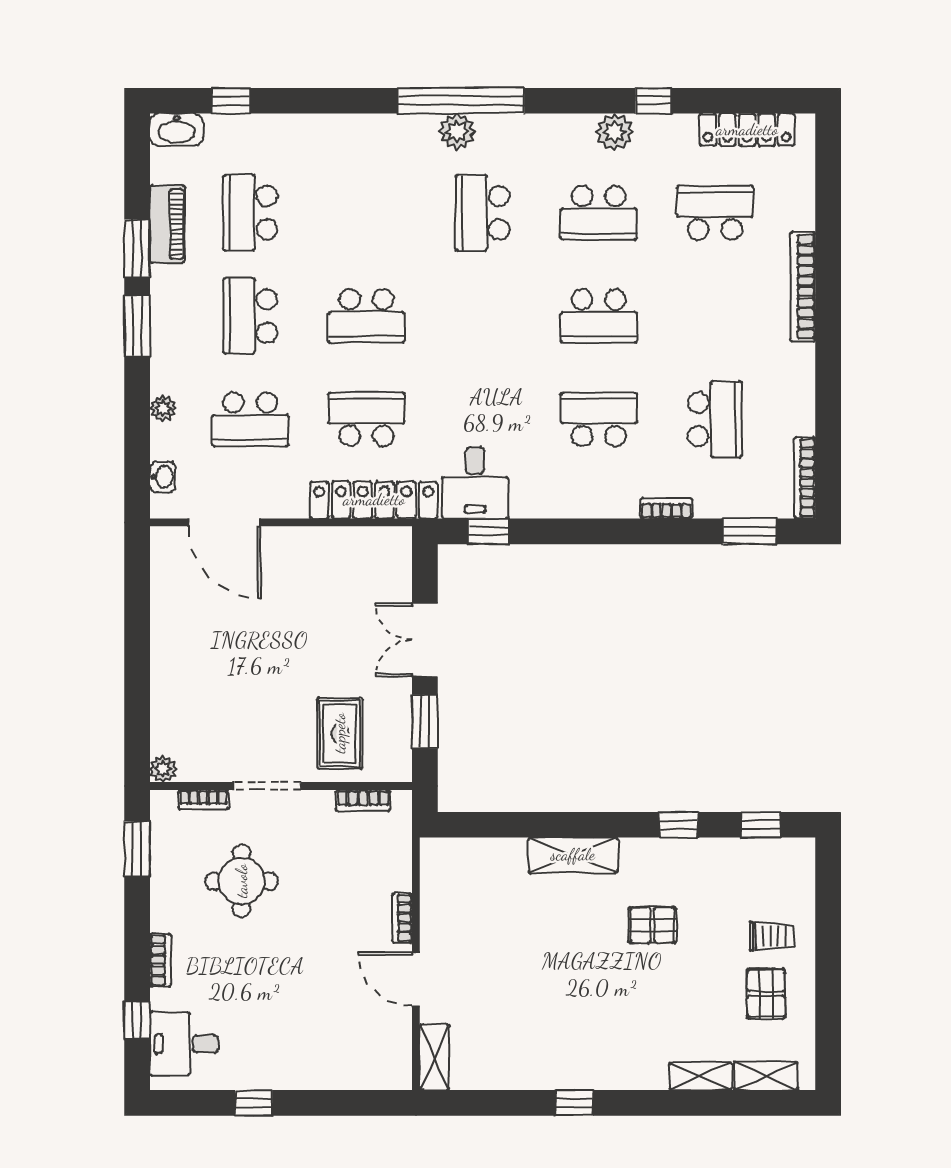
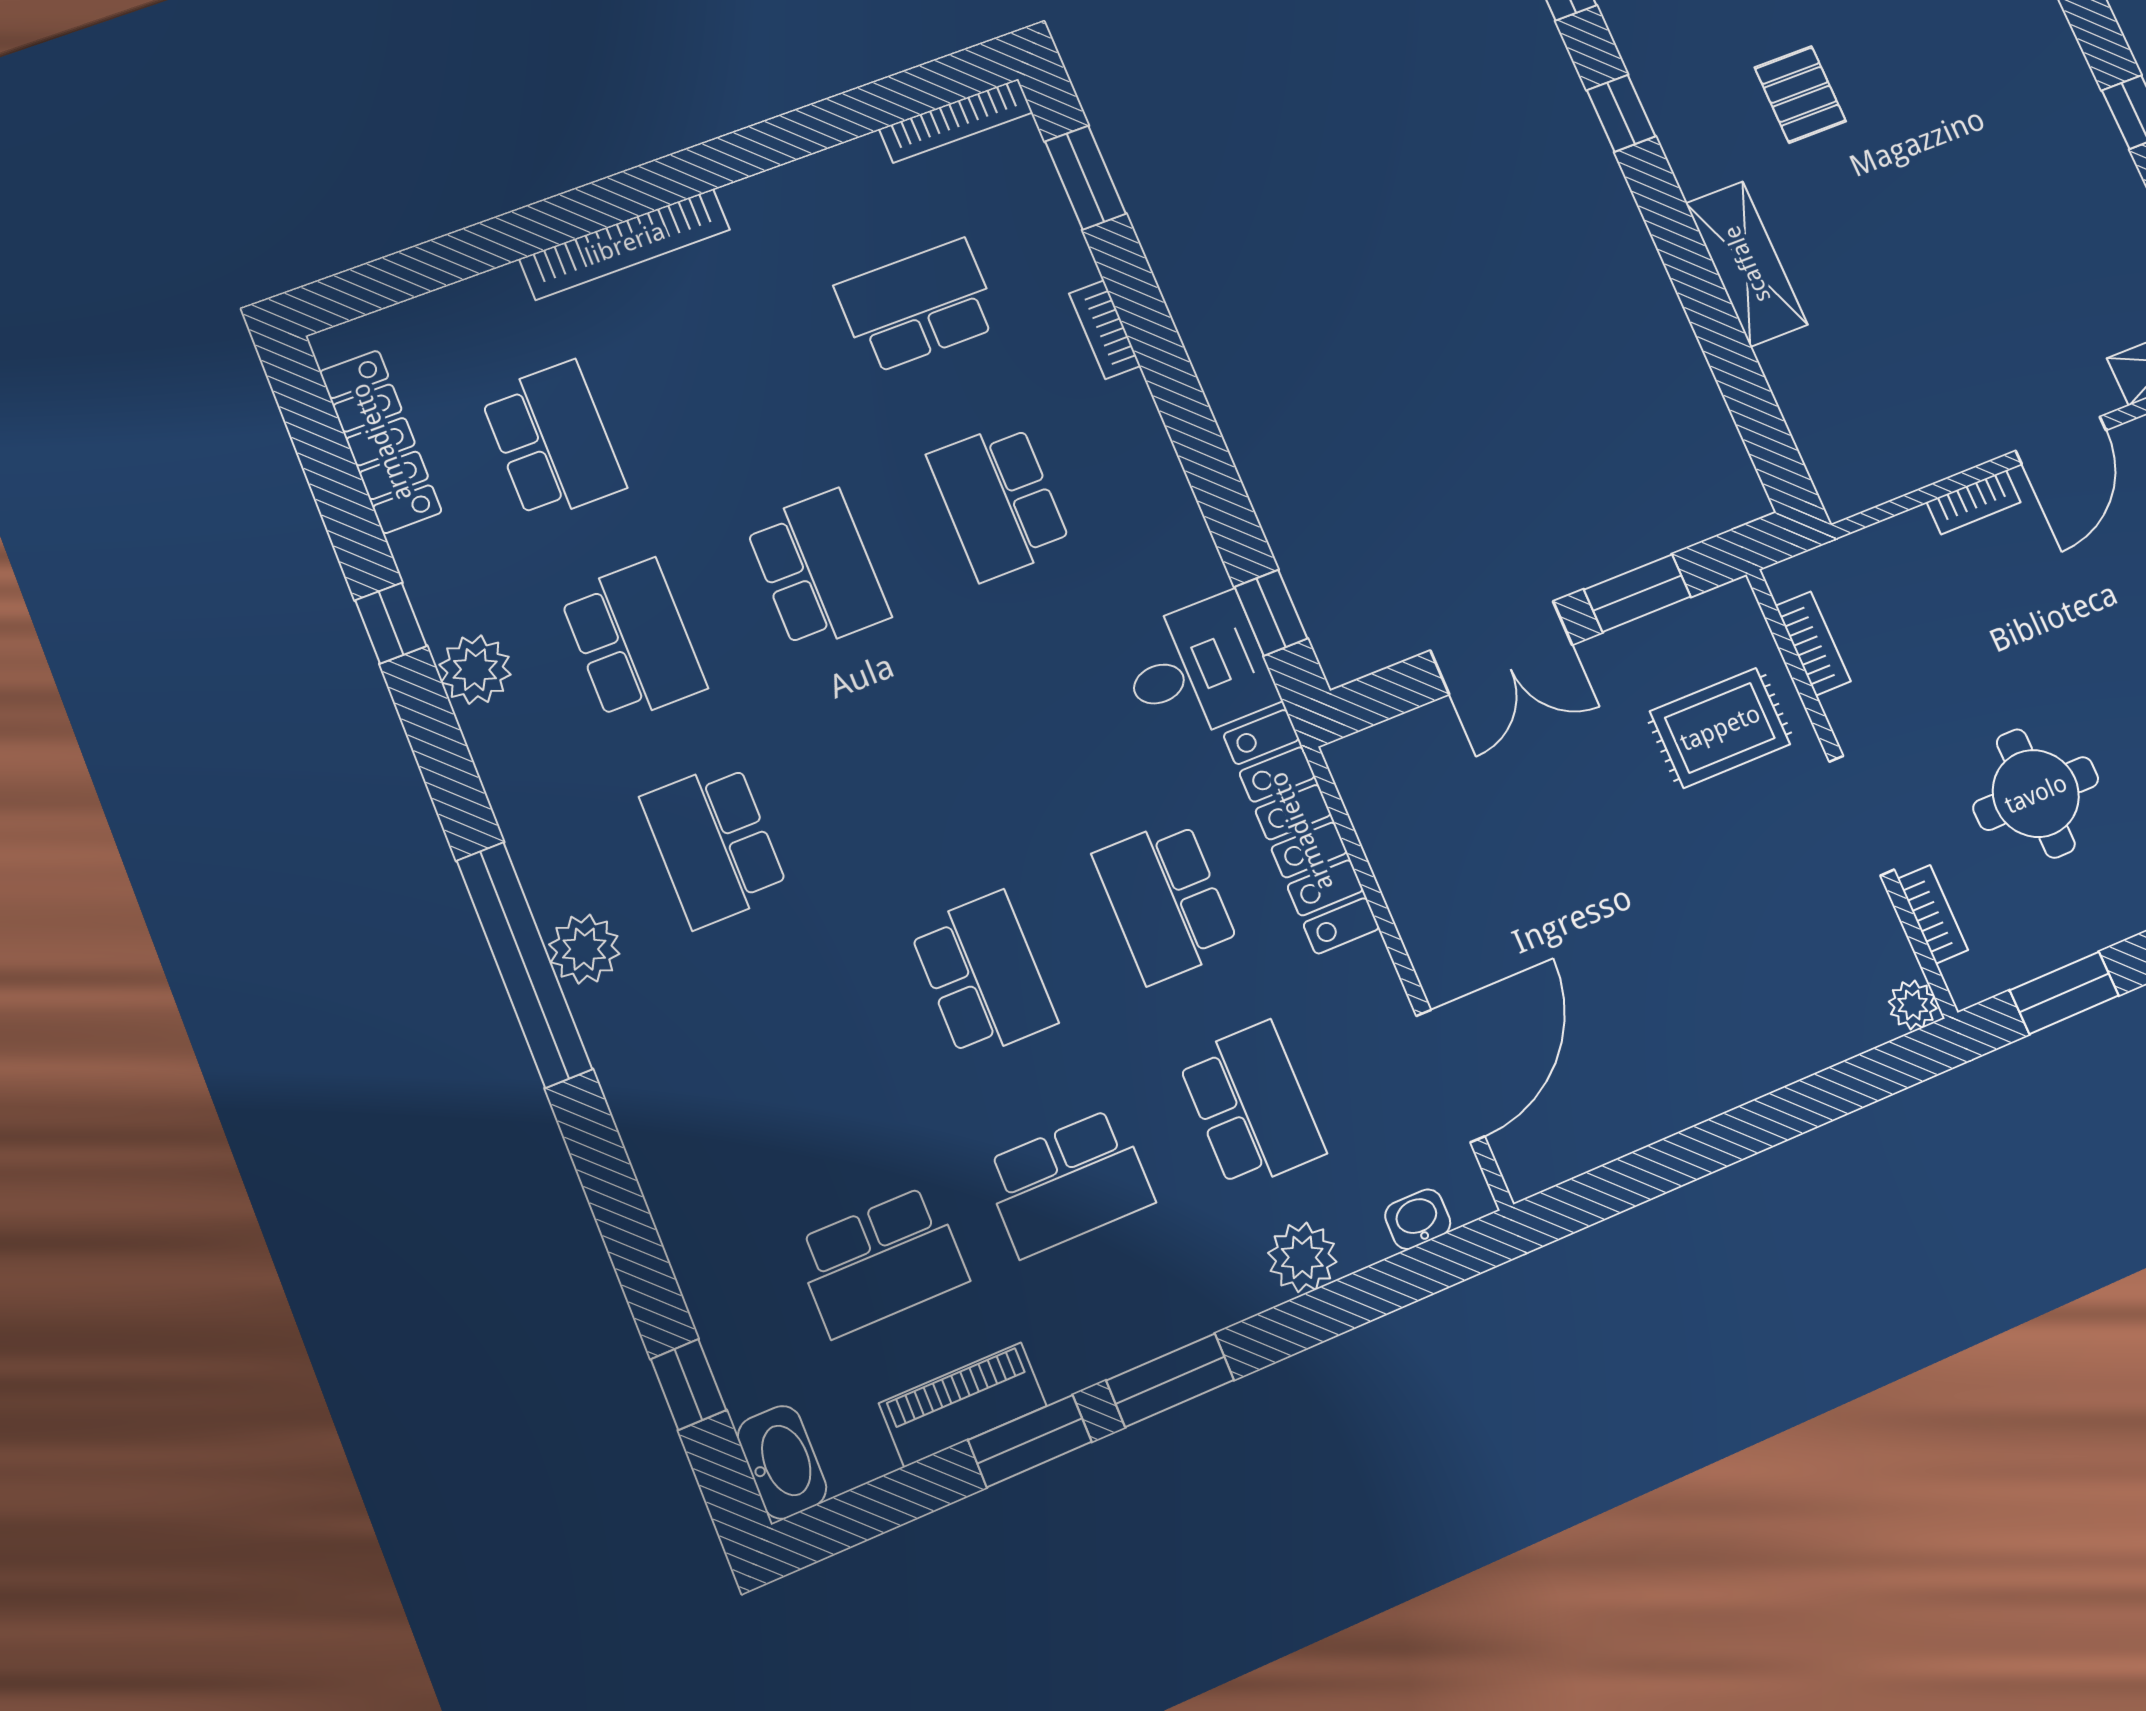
school desk: (483, 213) -> (714, 844), turned 90
school desk: (715, 213) -> (553, 441), turned 180
plant: (163, 408) -> (1302, 1257), width x1.38, depth x1.38

